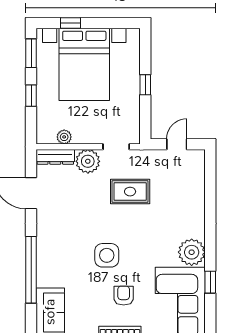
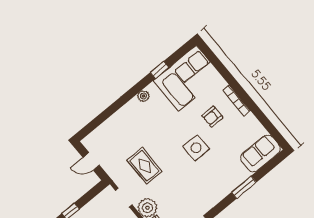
plant: (192, 252) -> (143, 96), width x0.53, depth x0.53
window: (31, 270) -> (244, 187), width x0.47

